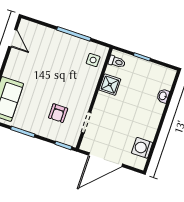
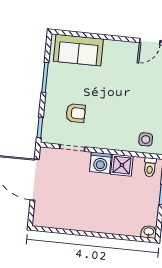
washbasin: (163, 96) -> (149, 232), moved
armchair: (58, 113) -> (76, 113), turned 180
washing machine: (142, 148) -> (100, 163), moved, turned 180

